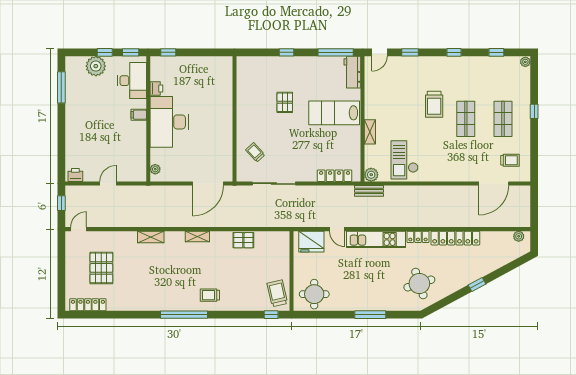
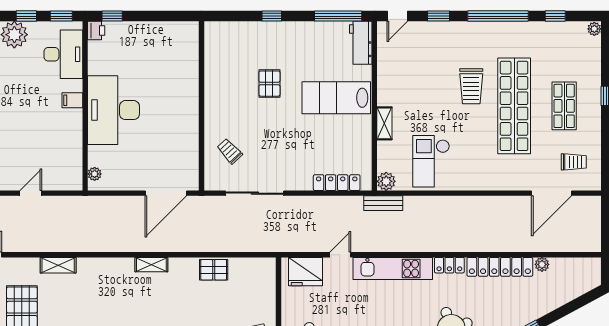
window: (454, 52) -> (498, 16), width x3.17
printer: (156, 89) -> (96, 31), moved
shop shelf: (466, 119) -> (514, 106), width x2.00, depth x1.36
door: (337, 229) -> (340, 255), swing flipped
plant: (519, 236) -> (542, 264), moved
shelving: (151, 237) -> (58, 265), moved

